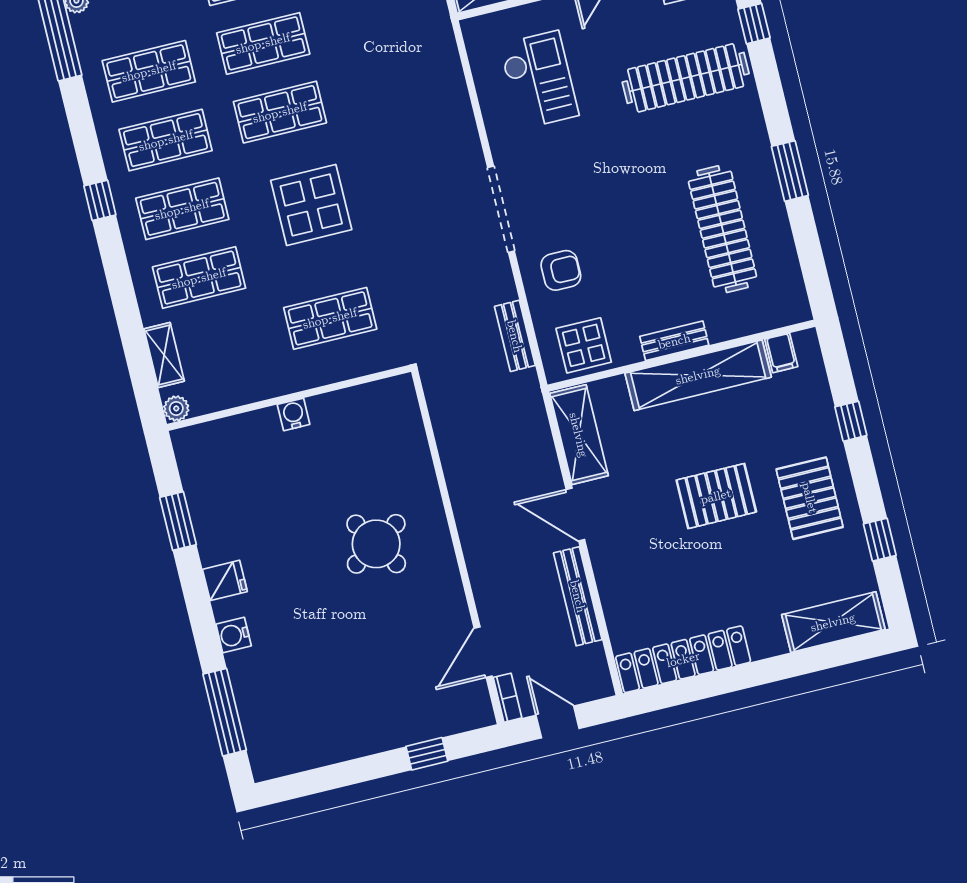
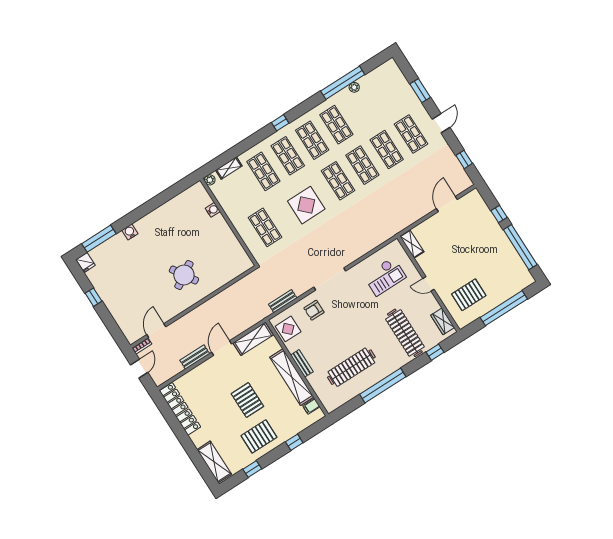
window: (790, 171) -> (383, 386), width x2.11
armchair: (561, 270) -> (314, 310), turned 90
water cooler: (294, 414) -> (213, 210), moved
window: (178, 521) -> (167, 195), removed
fridge: (225, 580) -> (86, 262), moved
bench: (578, 596) -> (195, 357), width x0.73
door: (483, 652) -> (156, 331), hinge flipped
window: (427, 754) -> (93, 297), moved

